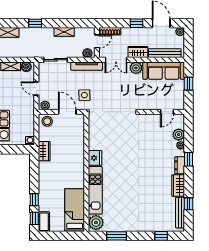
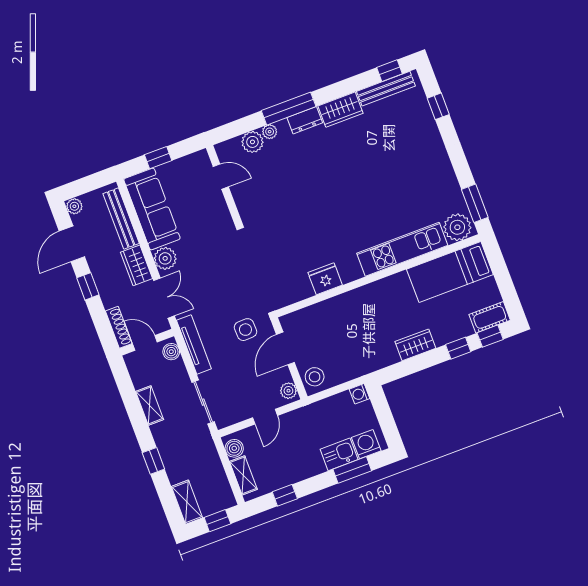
wardrobe: (44, 151) -> (415, 345), moved
fridge: (95, 158) -> (325, 279), moved
window: (189, 159) -> (289, 109), width x2.17
window: (189, 204) -> (390, 71), moved
window: (117, 236) -> (475, 203), moved

